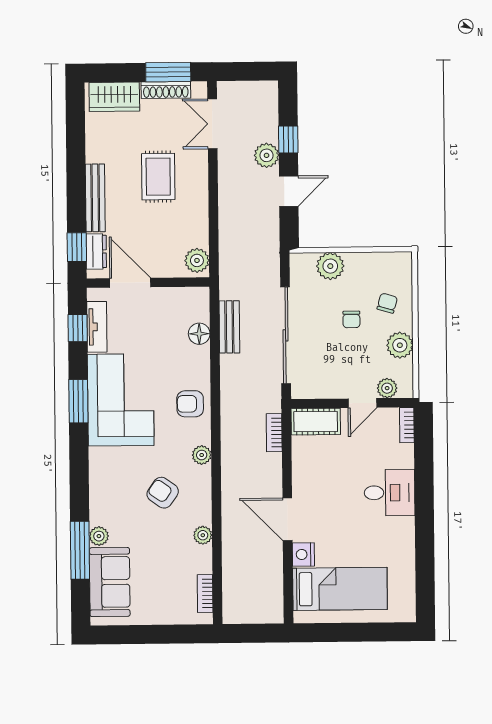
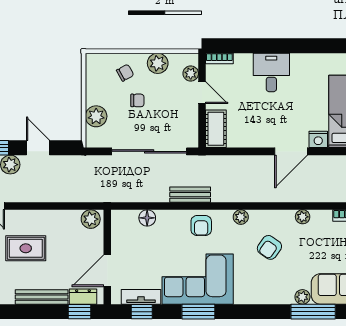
chair: (387, 303) -> (125, 73), turned 135
bench: (229, 327) -> (190, 195), moved
bookcase: (274, 433) -> (224, 161), removed

